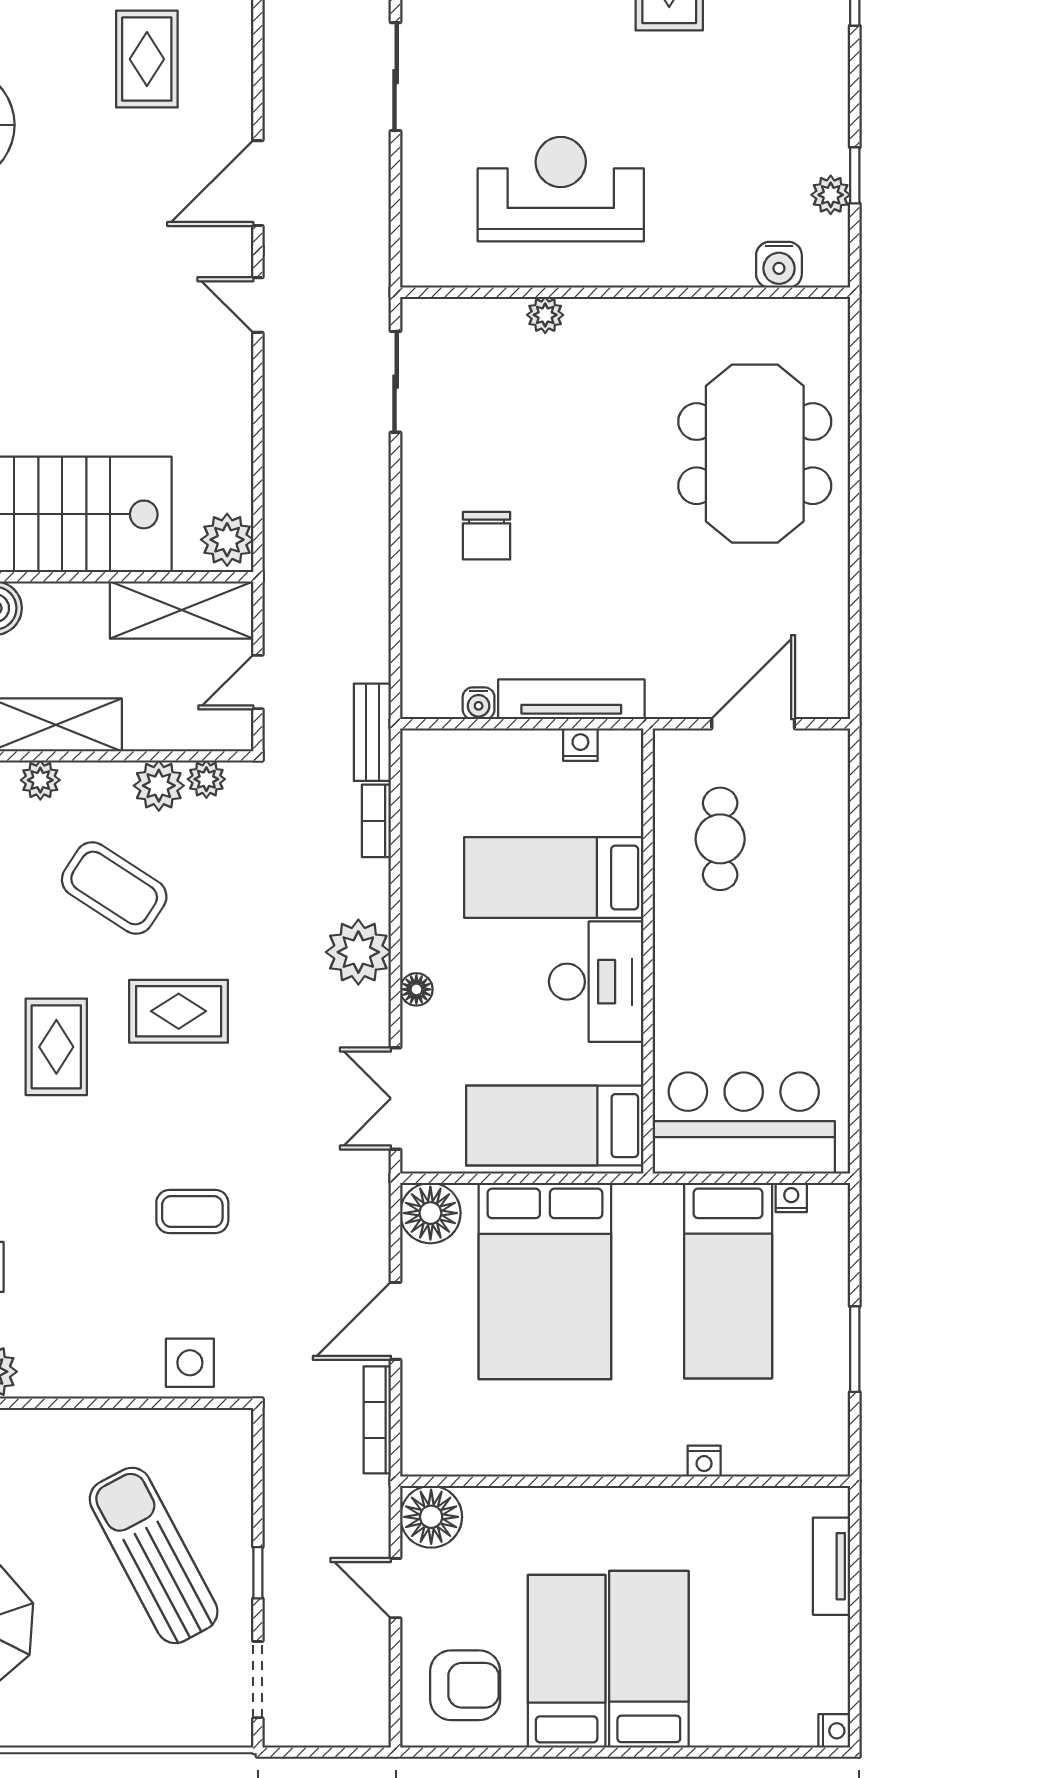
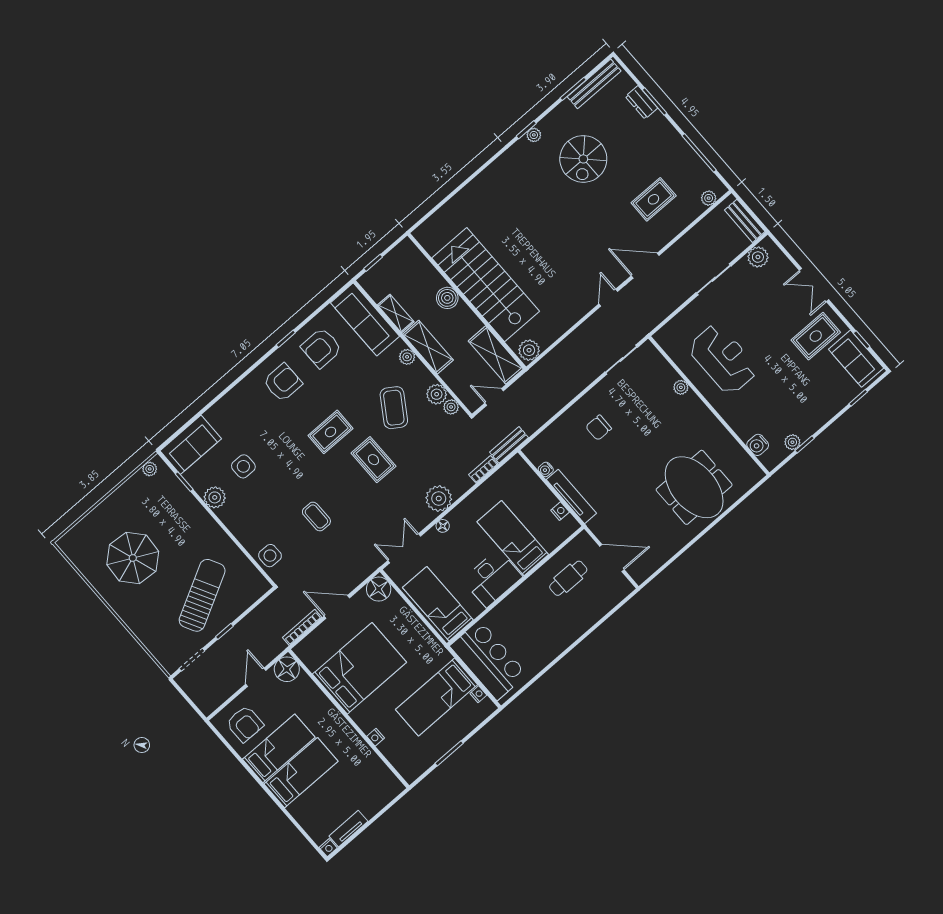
meeting table: (755, 454) -> (694, 487), turned 90
bed: (545, 1281) -> (360, 668), moved, turned 180
tv unit: (832, 1566) -> (348, 829), moved

